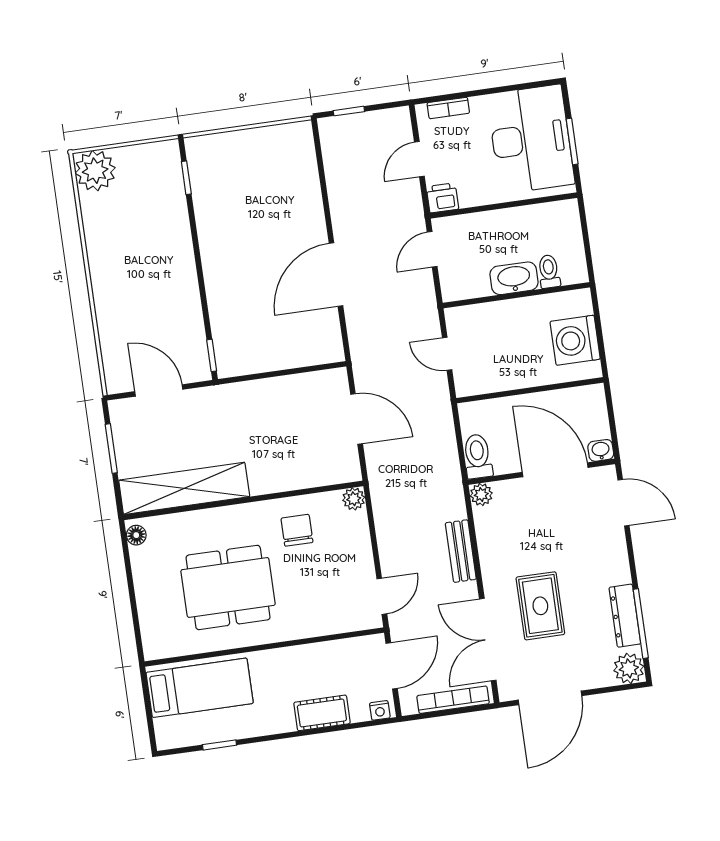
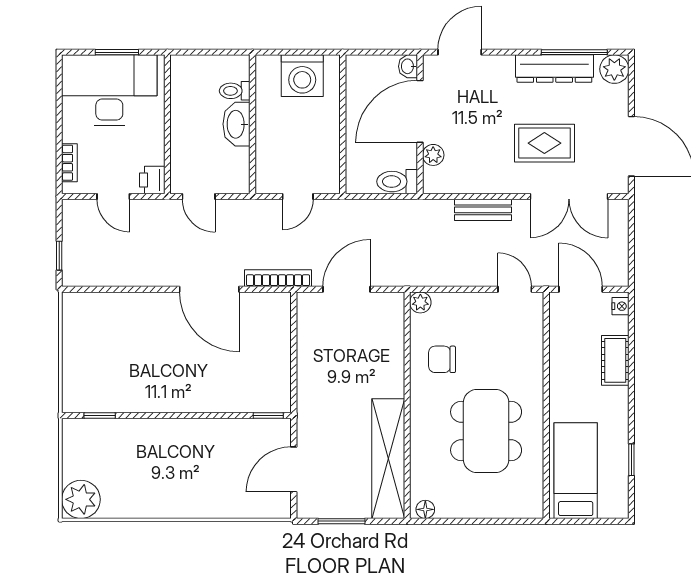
plant: (481, 495) -> (433, 155), moved
dresser: (625, 616) -> (554, 69), width x1.37, depth x1.24
bookcase: (453, 700) -> (278, 278), moved, turned 90

